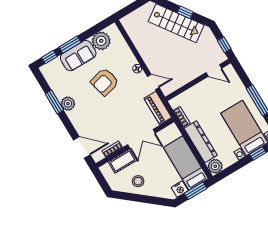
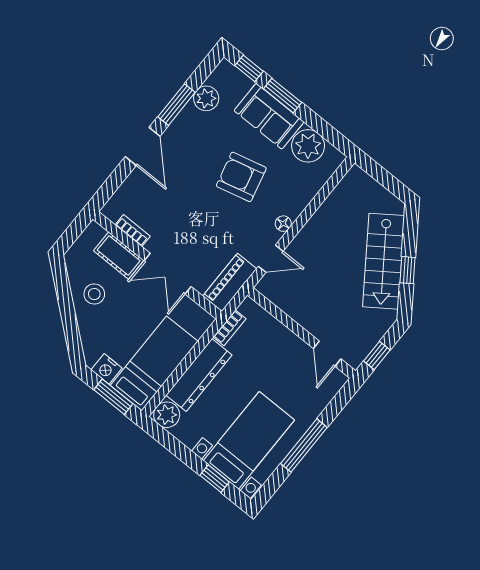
door: (153, 82) -> (271, 259), hinge flipped
plant: (68, 104) -> (206, 98), moved
door: (82, 147) -> (143, 146), moved

